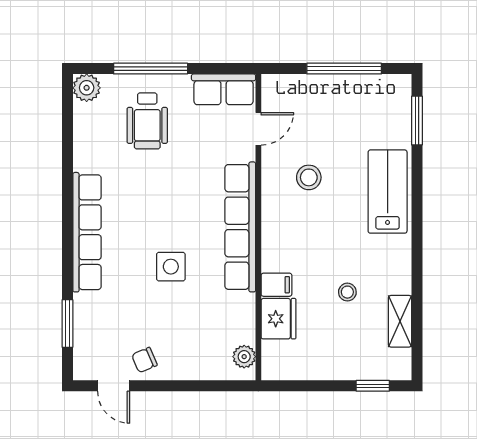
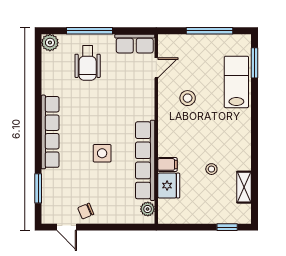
lab bench: (388, 192) -> (236, 82), moved
row of seats: (240, 227) -> (145, 160), moved

